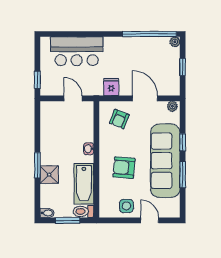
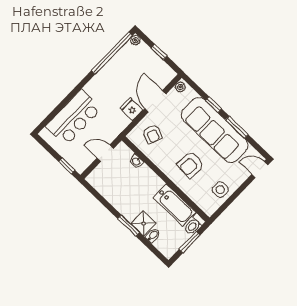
fridge: (111, 87) -> (131, 109), moved
door: (145, 98) -> (155, 101), hinge flipped
washbasin: (89, 149) -> (136, 161), moved
bidet: (47, 213) -> (153, 235), moved
door: (150, 220) -> (260, 170), moved

